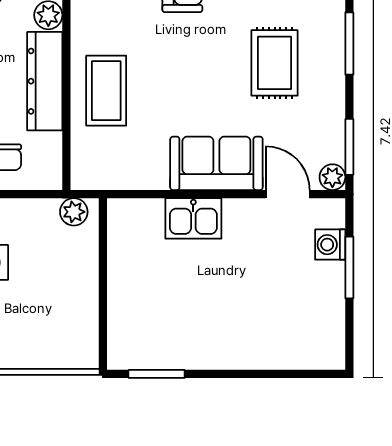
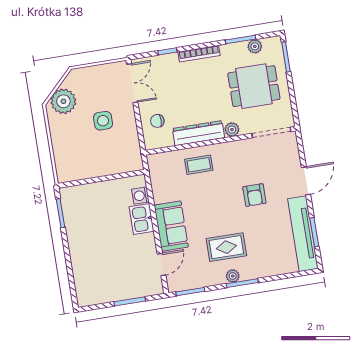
coffee table: (106, 91) -> (199, 165), width x0.73, depth x0.77
plant: (332, 177) -> (233, 276), moved
plant: (74, 212) -> (135, 158), removed
washing machine: (330, 245) -> (141, 196), moved, turned -90

